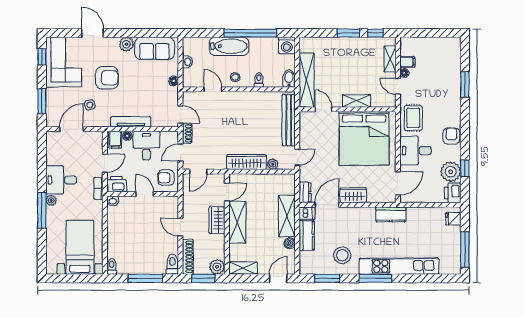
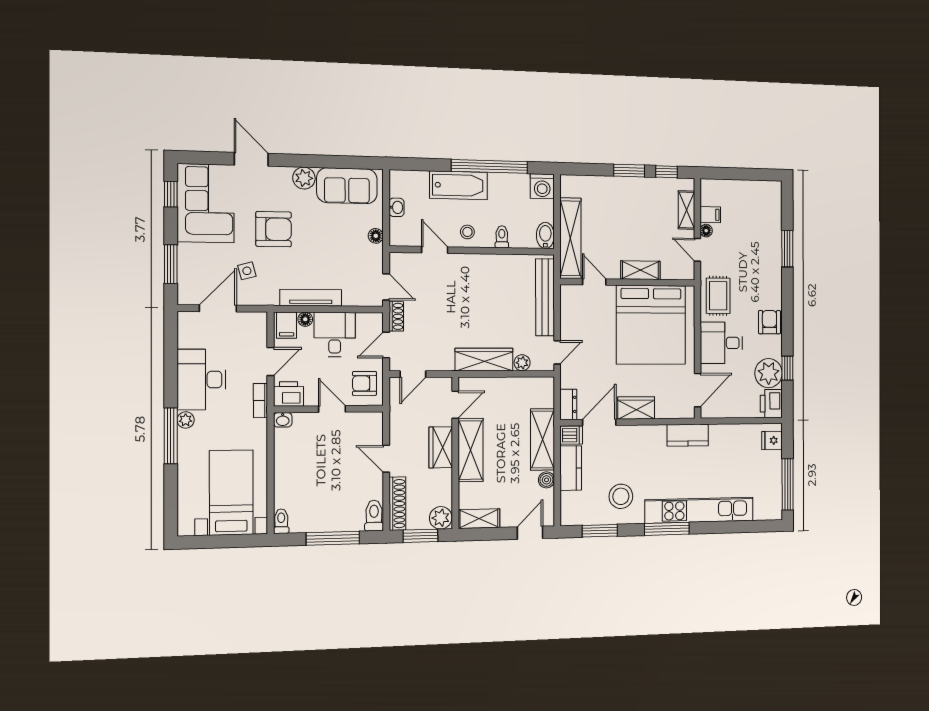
desk: (61, 180) -> (201, 380), width x1.37

